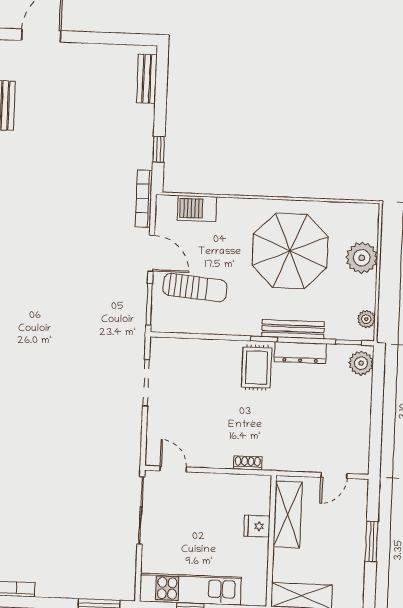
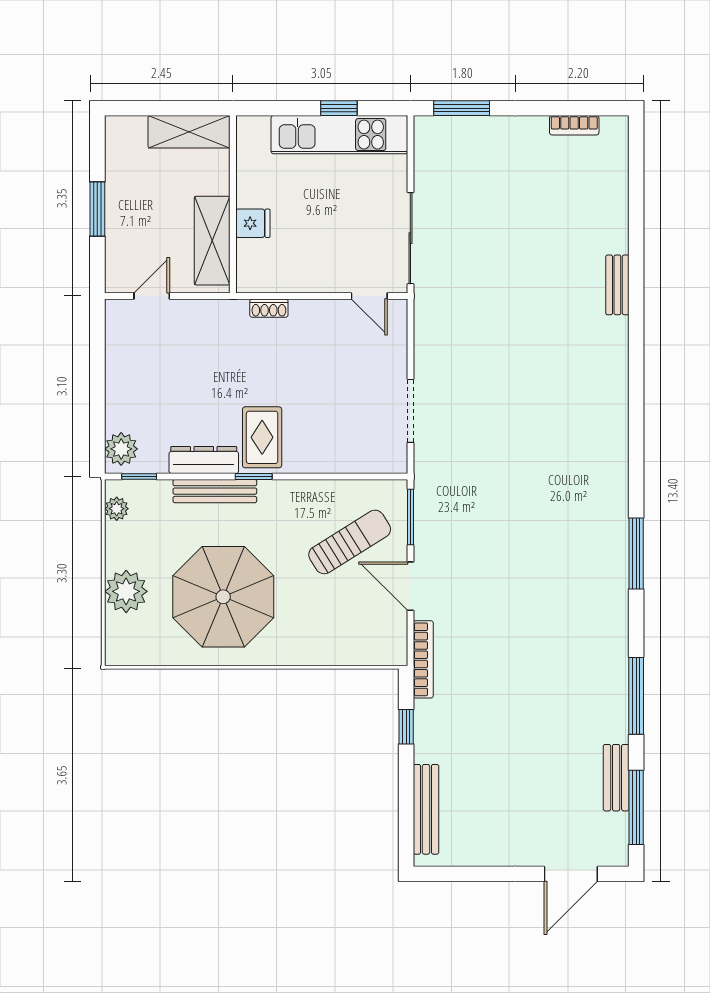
bench: (147, 79) -> (426, 809), width x1.36
barbecue: (197, 209) -> (351, 649), removed
sun lounger: (195, 288) -> (350, 542), turned 143

